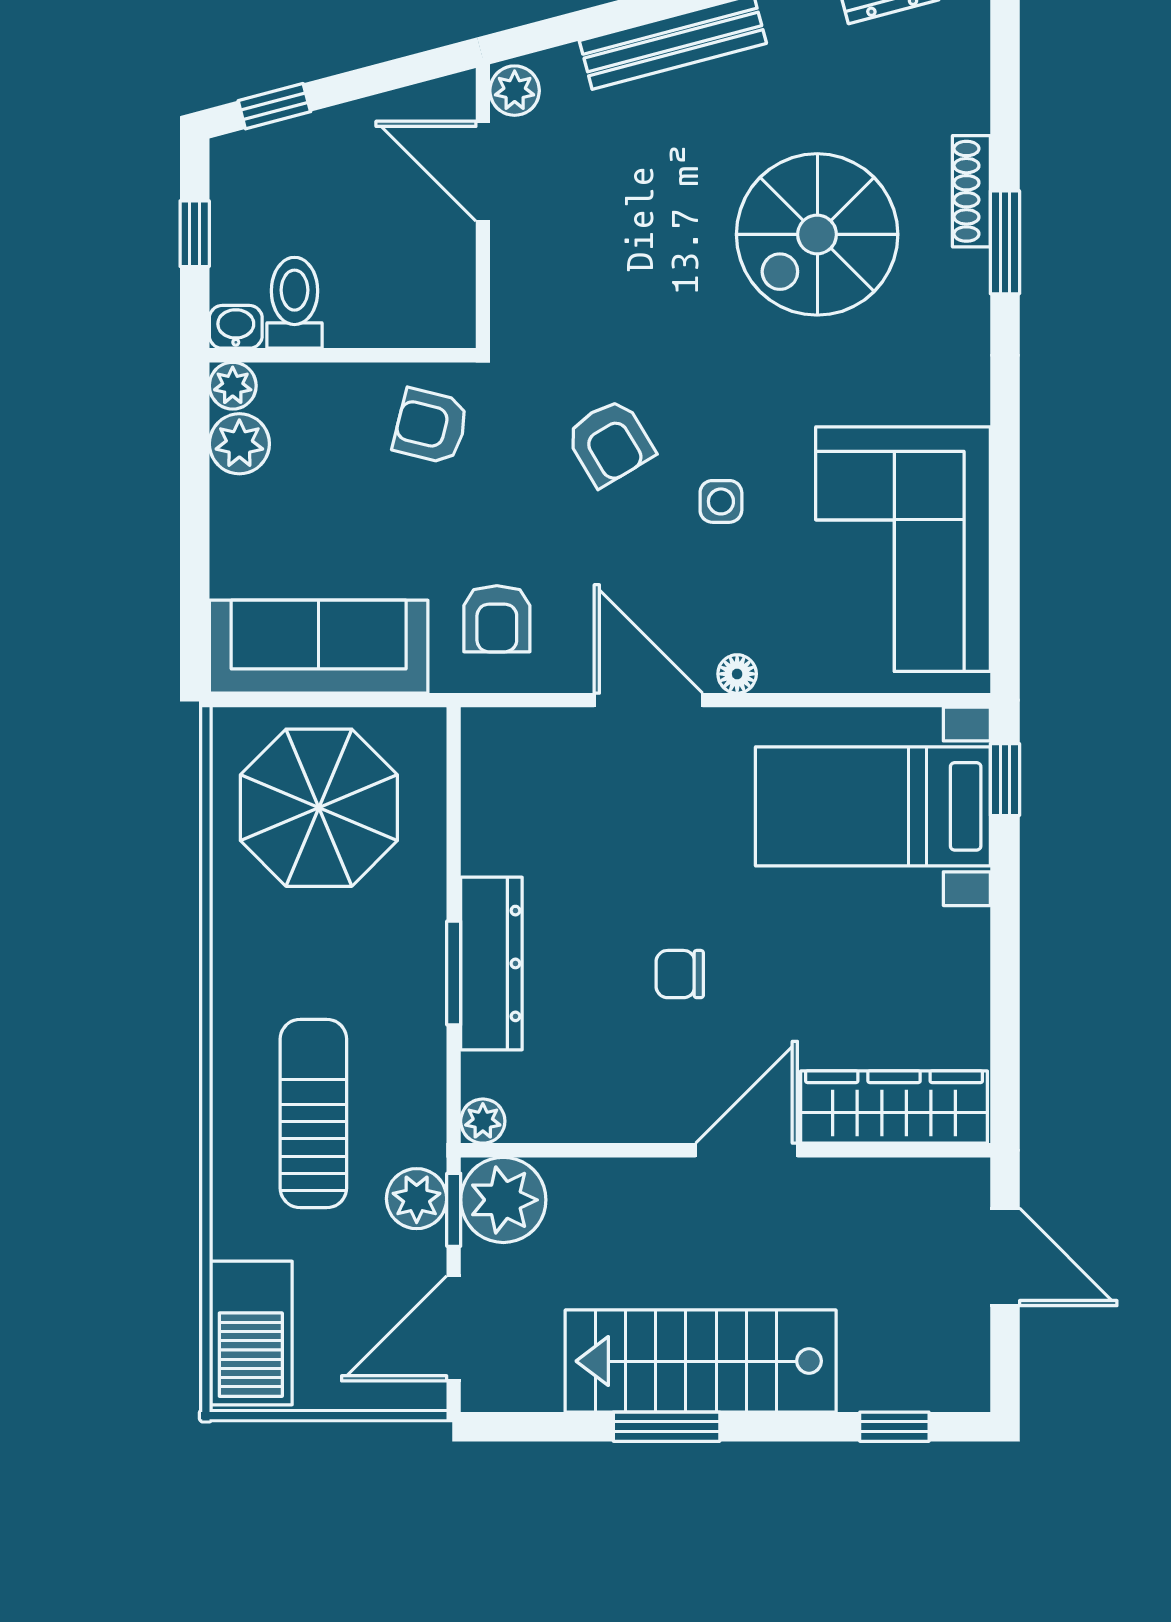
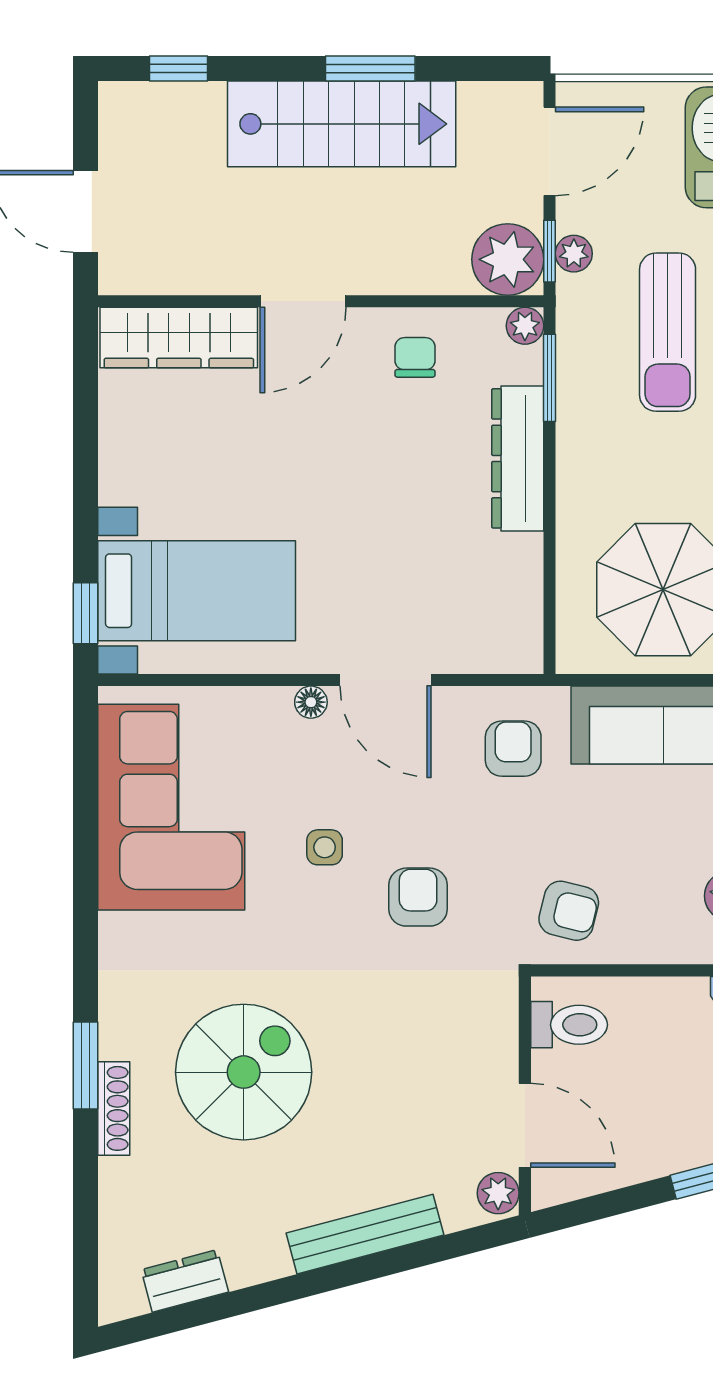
toilet: (294, 303) -> (569, 1025), moved, turned -90
armchair: (610, 442) -> (418, 897), turned 31
window: (454, 973) -> (549, 378), moved
chair: (680, 974) -> (415, 357), moved, turned -90
plant: (417, 1199) -> (574, 254), width x0.73, depth x0.73

